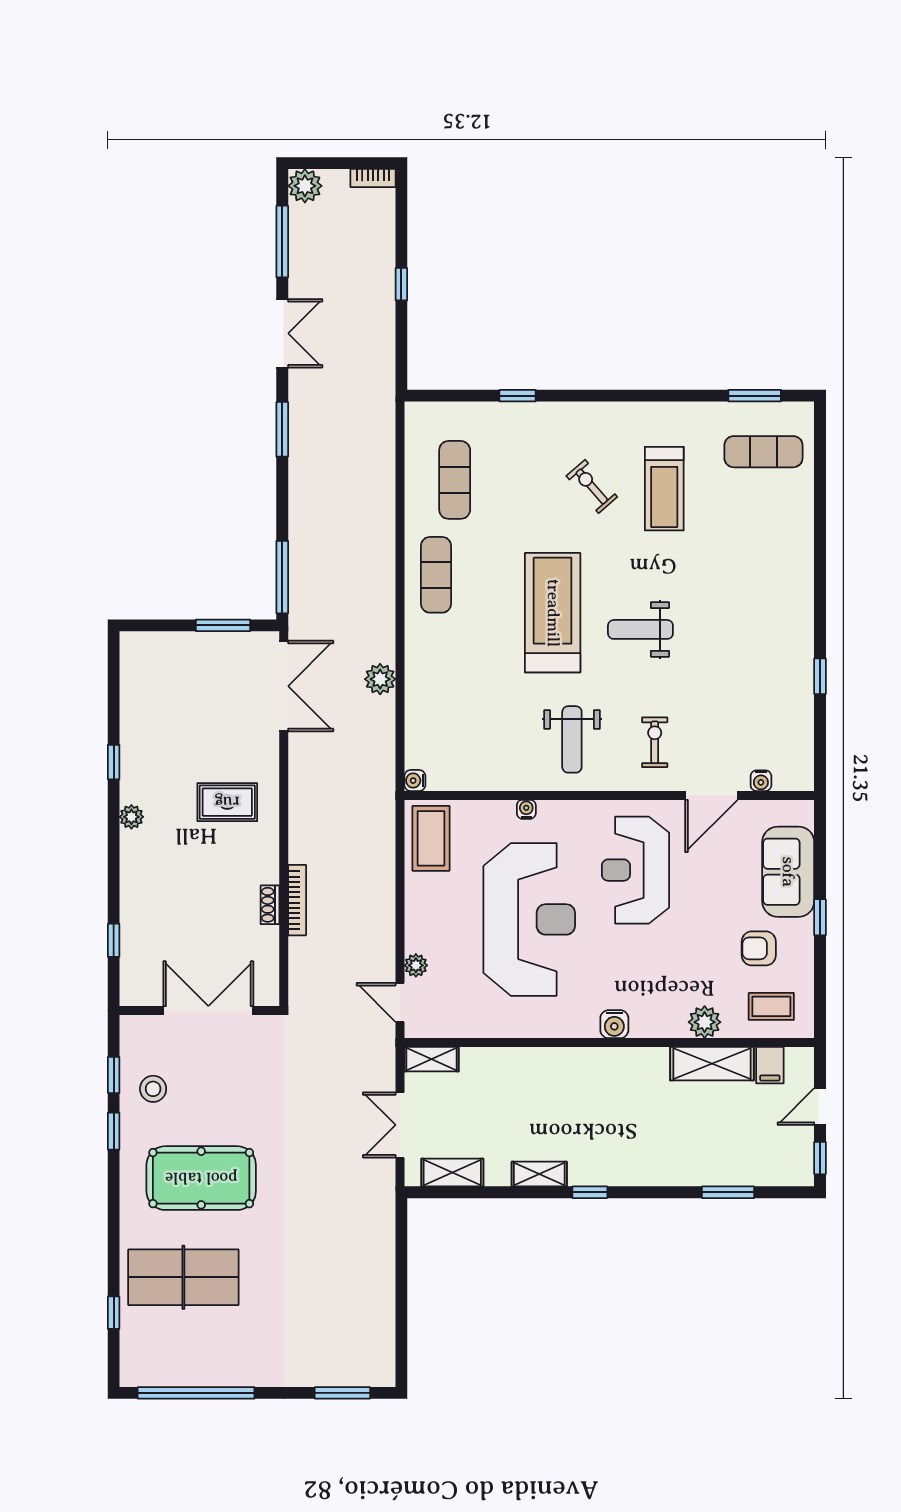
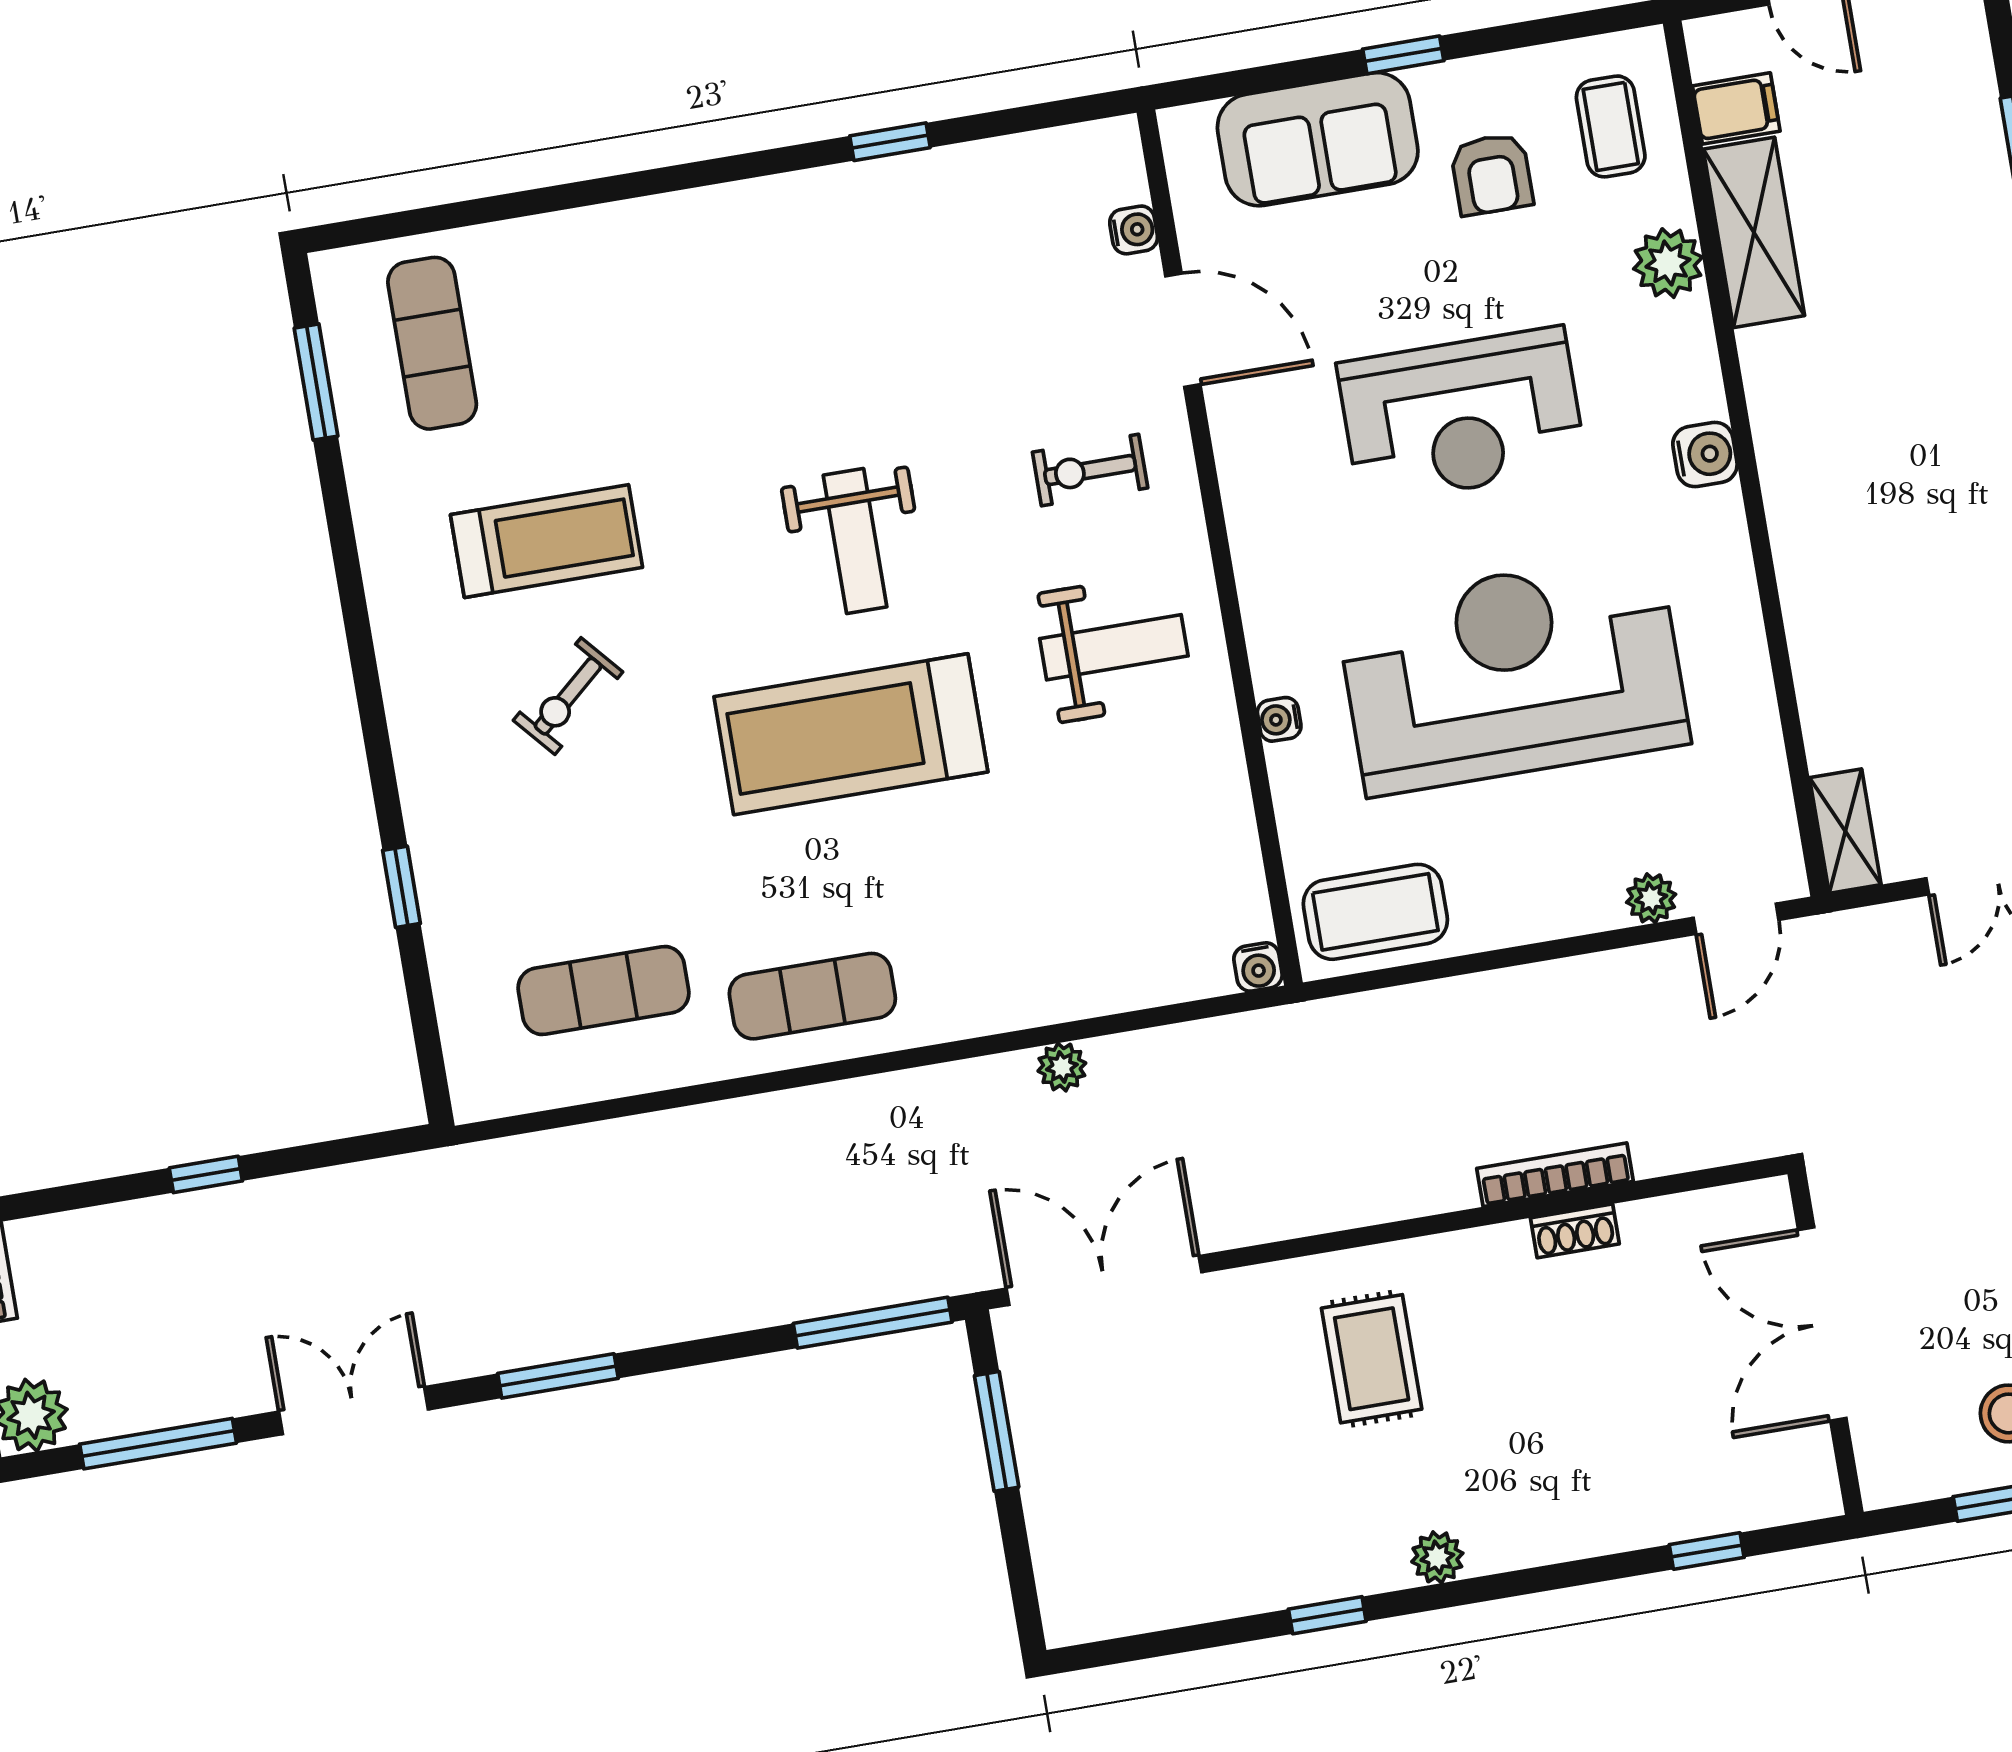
plant: (380, 679) -> (1062, 1067), width x0.73, depth x0.73
reception desk: (635, 870) -> (1462, 416), moved

